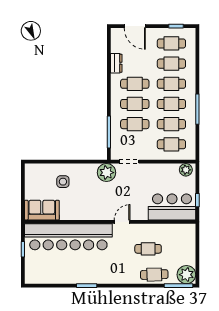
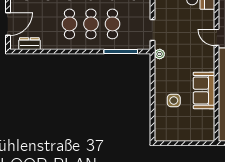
dresser: (116, 63) -> (29, 44), moved
plant: (107, 173) -> (160, 54), width x0.53, depth x0.53
sofa: (42, 210) -> (204, 90), moved

